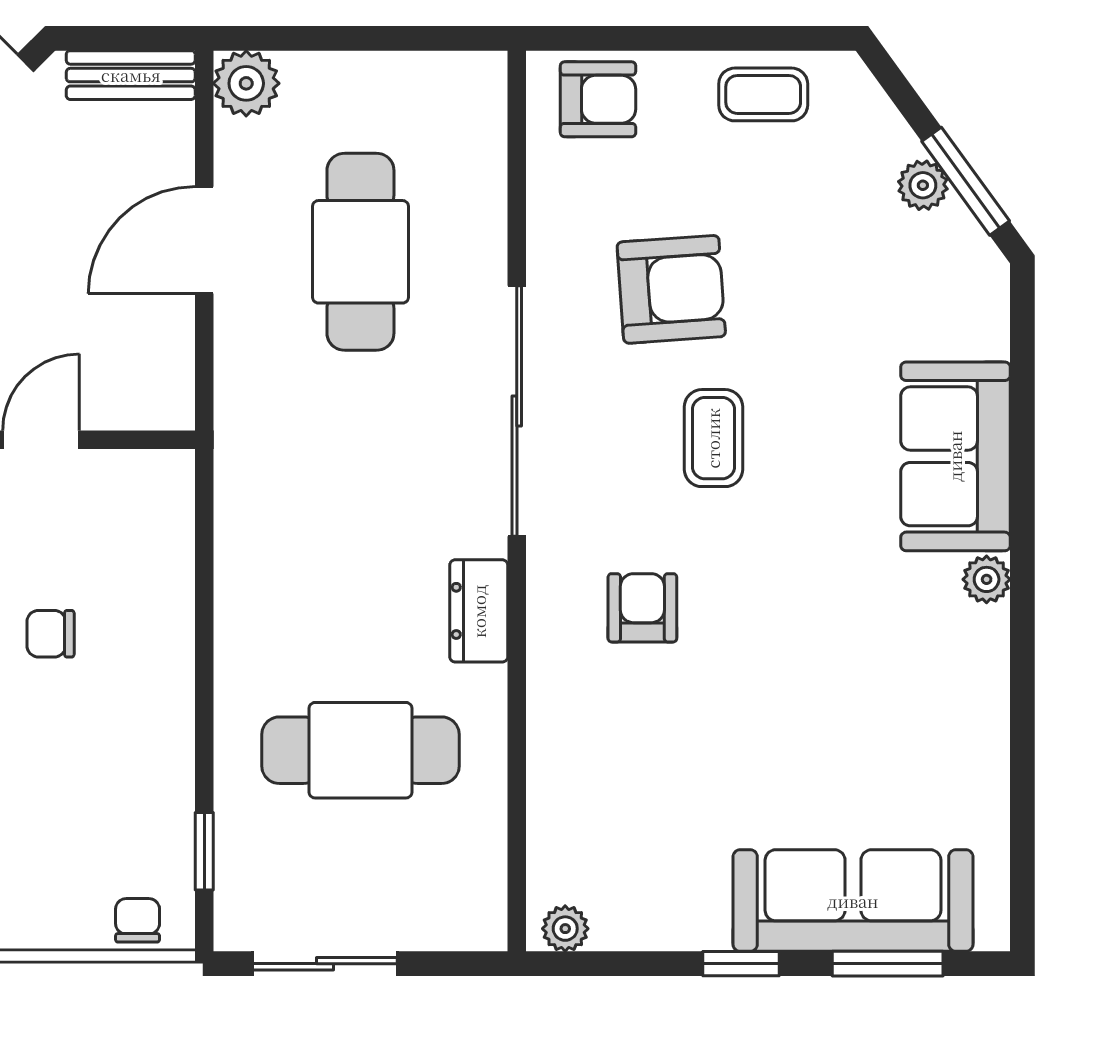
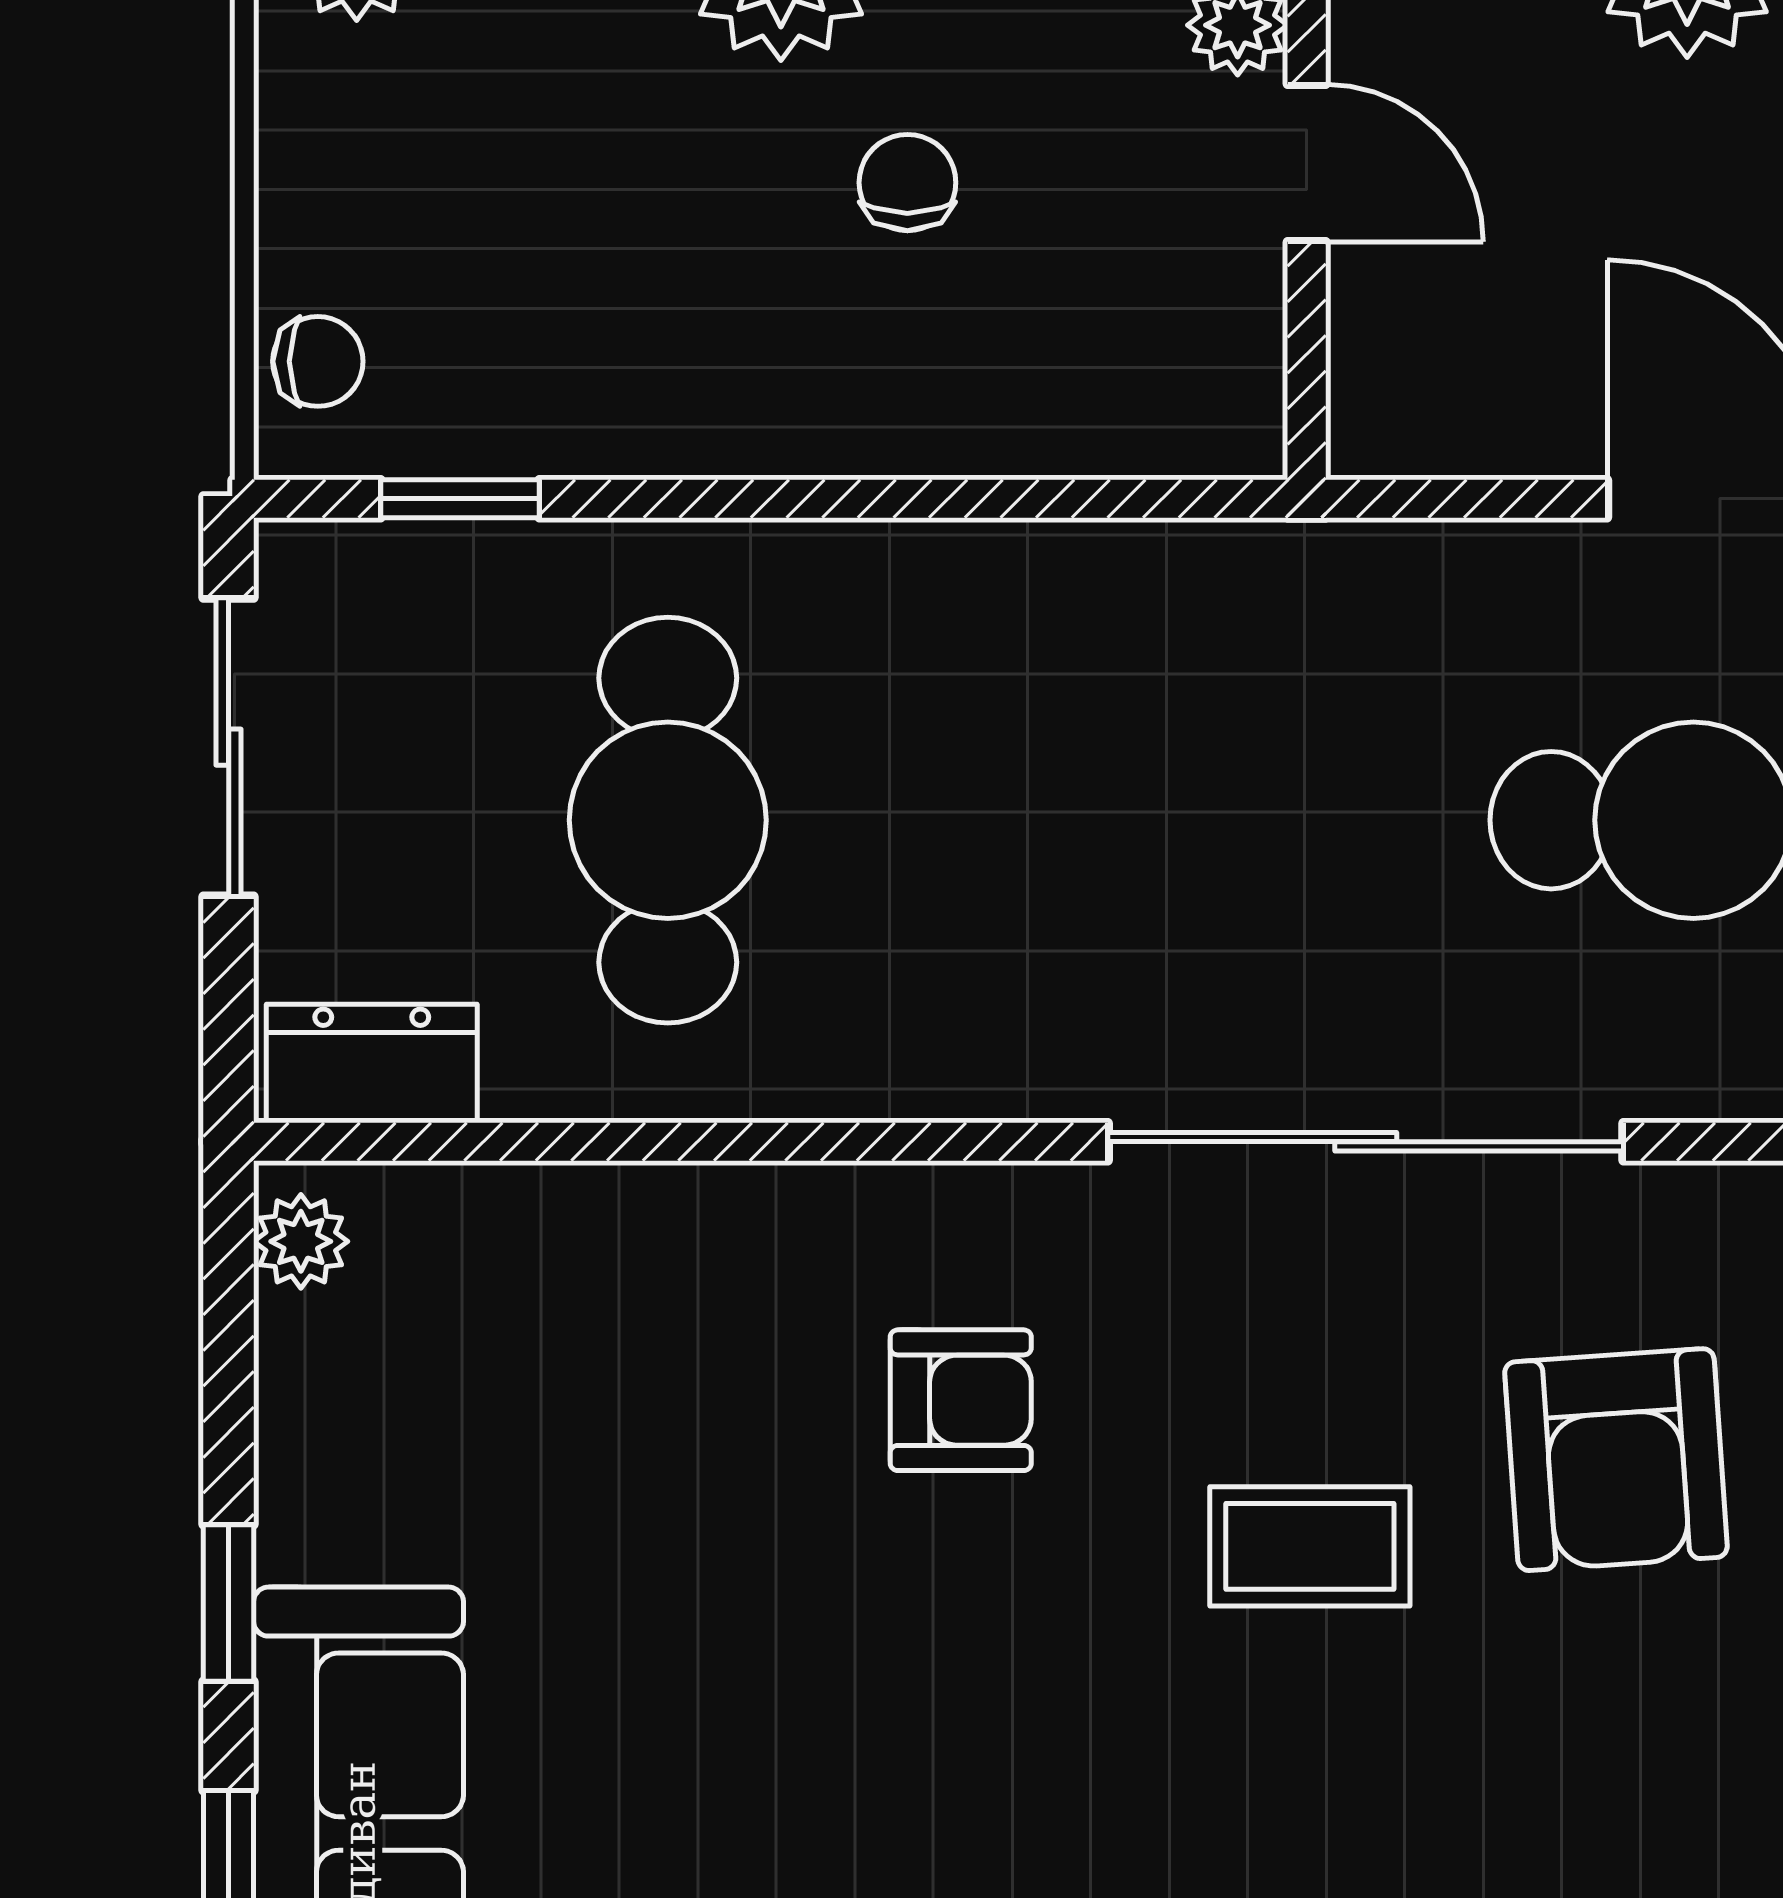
dresser: (479, 611) -> (372, 1063), moved

